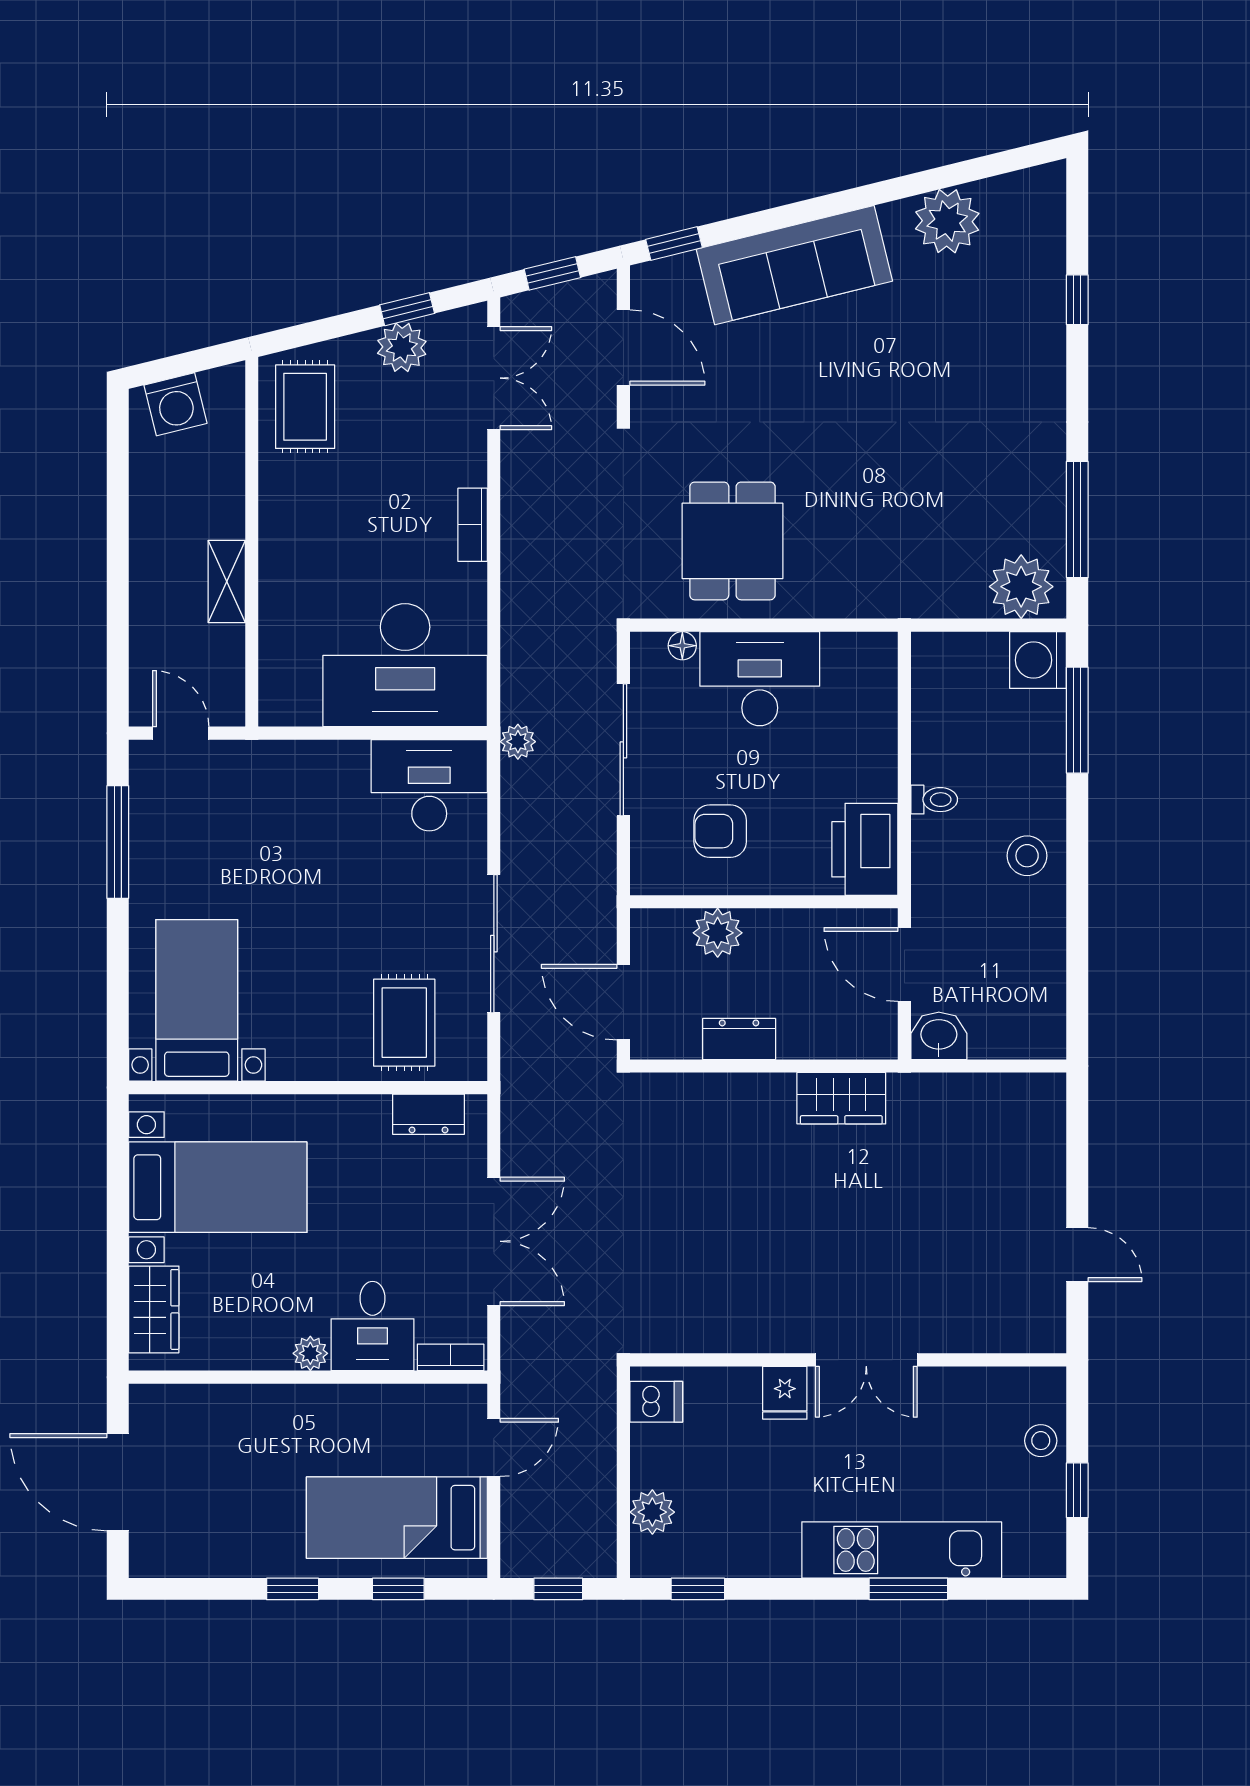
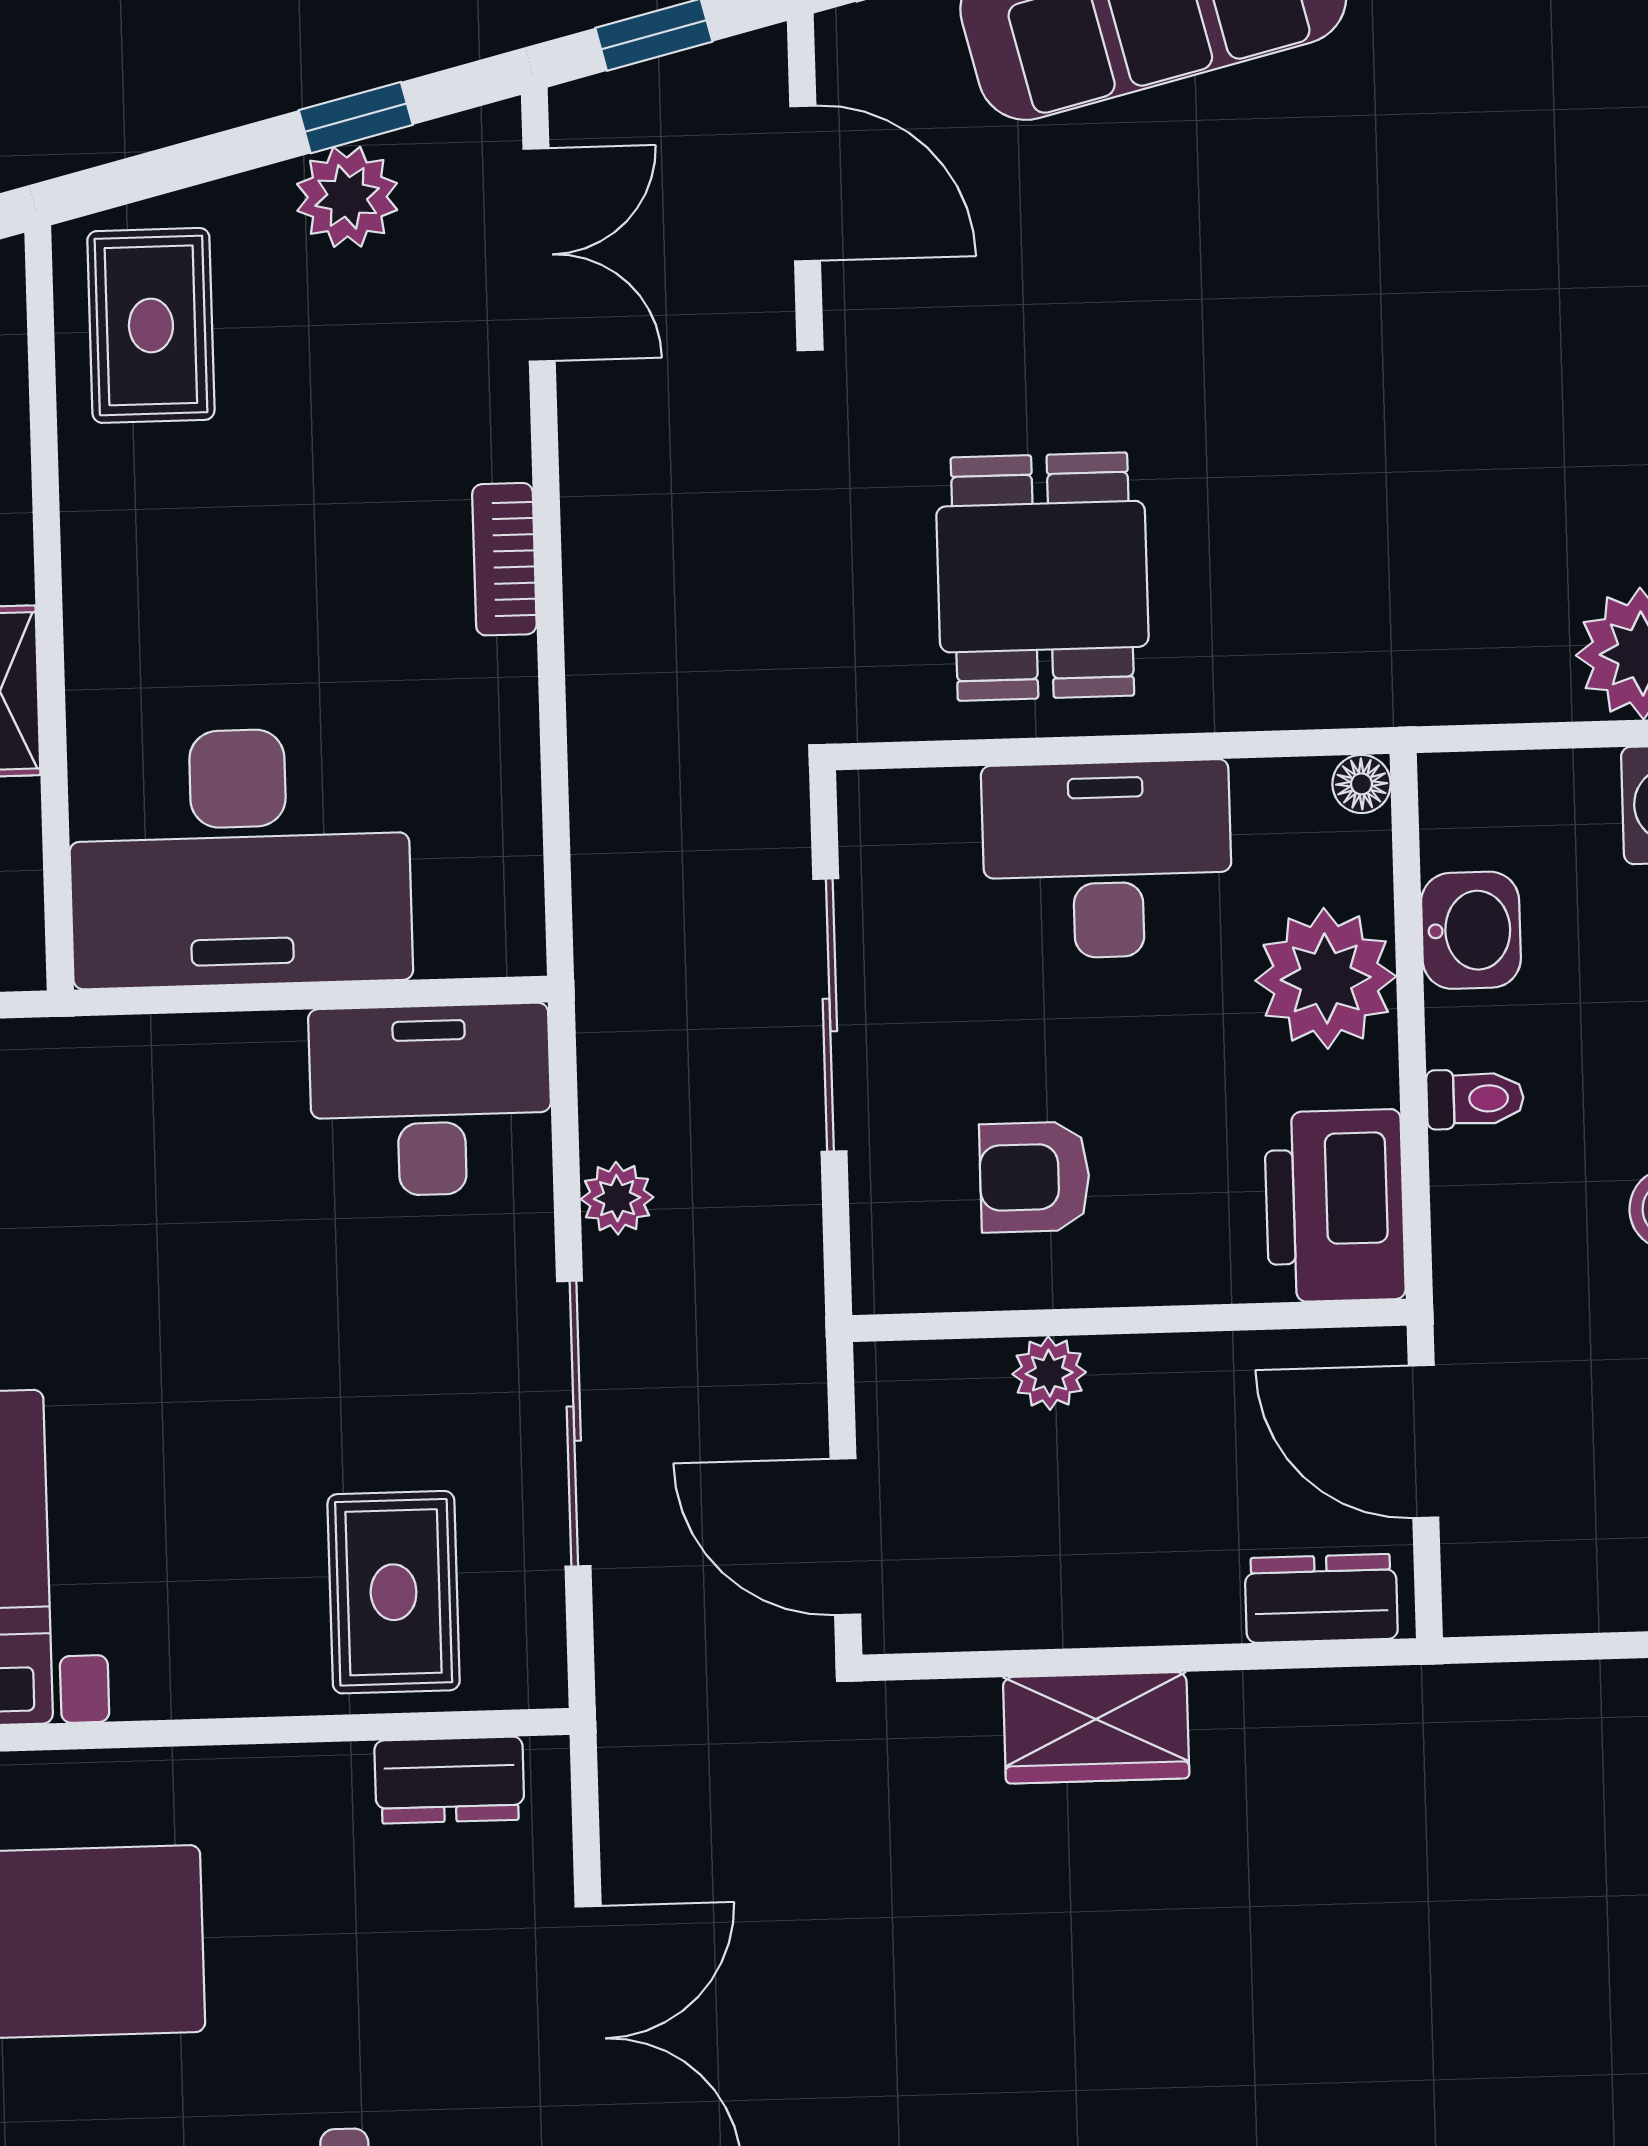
floor lamp: (682, 646) -> (1362, 784), moved
desk: (405, 665) -> (240, 857), moved
plant: (864, 739) -> (1326, 978), added
plant: (518, 742) -> (617, 1198), moved
plant: (718, 933) -> (1049, 1373), width x0.73, depth x0.73
washbasin: (939, 1036) -> (1471, 930), moved, turned 90
dresser: (739, 1039) -> (1321, 1598), moved
wardrobe: (841, 1098) -> (1096, 1728), moved

